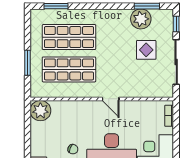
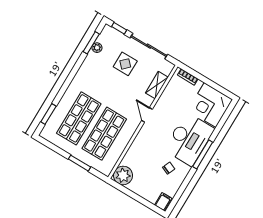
plant: (141, 19) -> (97, 48), width x0.53, depth x0.53
shelving: (144, 91) -> (157, 85), added
door: (111, 99) -> (147, 115), swing flipped

